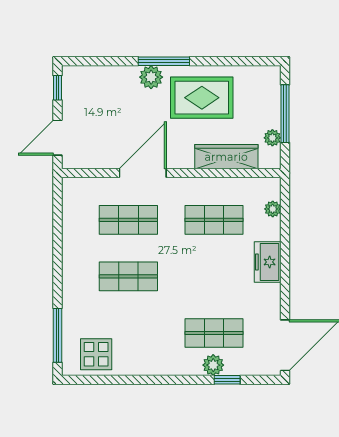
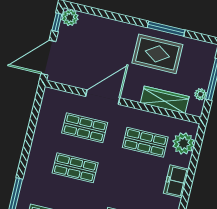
window: (164, 61) -> (166, 29), moved
plant: (151, 77) -> (70, 18), moved
door: (57, 138) -> (48, 58), width x1.36
plant: (273, 209) -> (183, 143), width x1.87, depth x1.87

